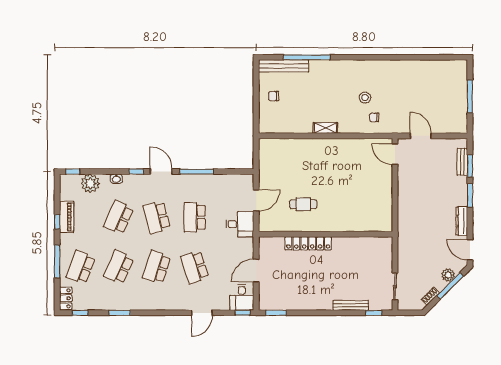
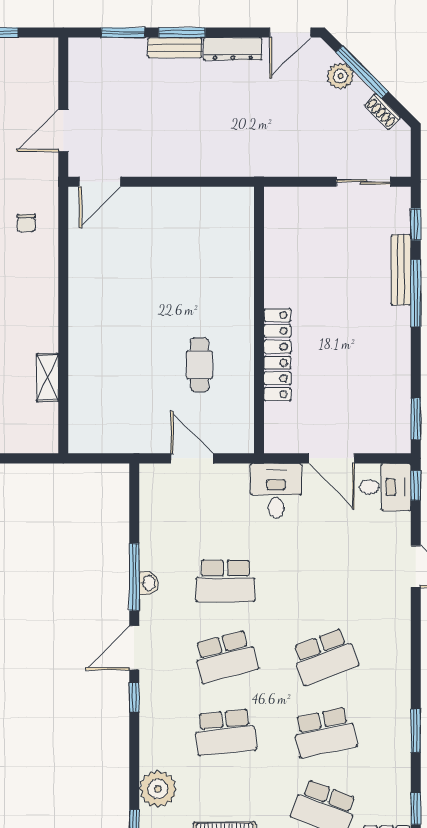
shelving: (325, 128) -> (48, 378), moved
bench: (462, 162) -> (175, 48), moved
washbasin: (116, 179) -> (149, 583), moved
school desk: (119, 217) -> (225, 732), turned -30
desk: (240, 224) -> (276, 491), moved
school desk: (119, 267) -> (325, 732), turned -36
school desk: (157, 267) -> (325, 657), turned -39
school desk: (195, 267) -> (325, 581), removed
window: (339, 313) -> (416, 293), added

